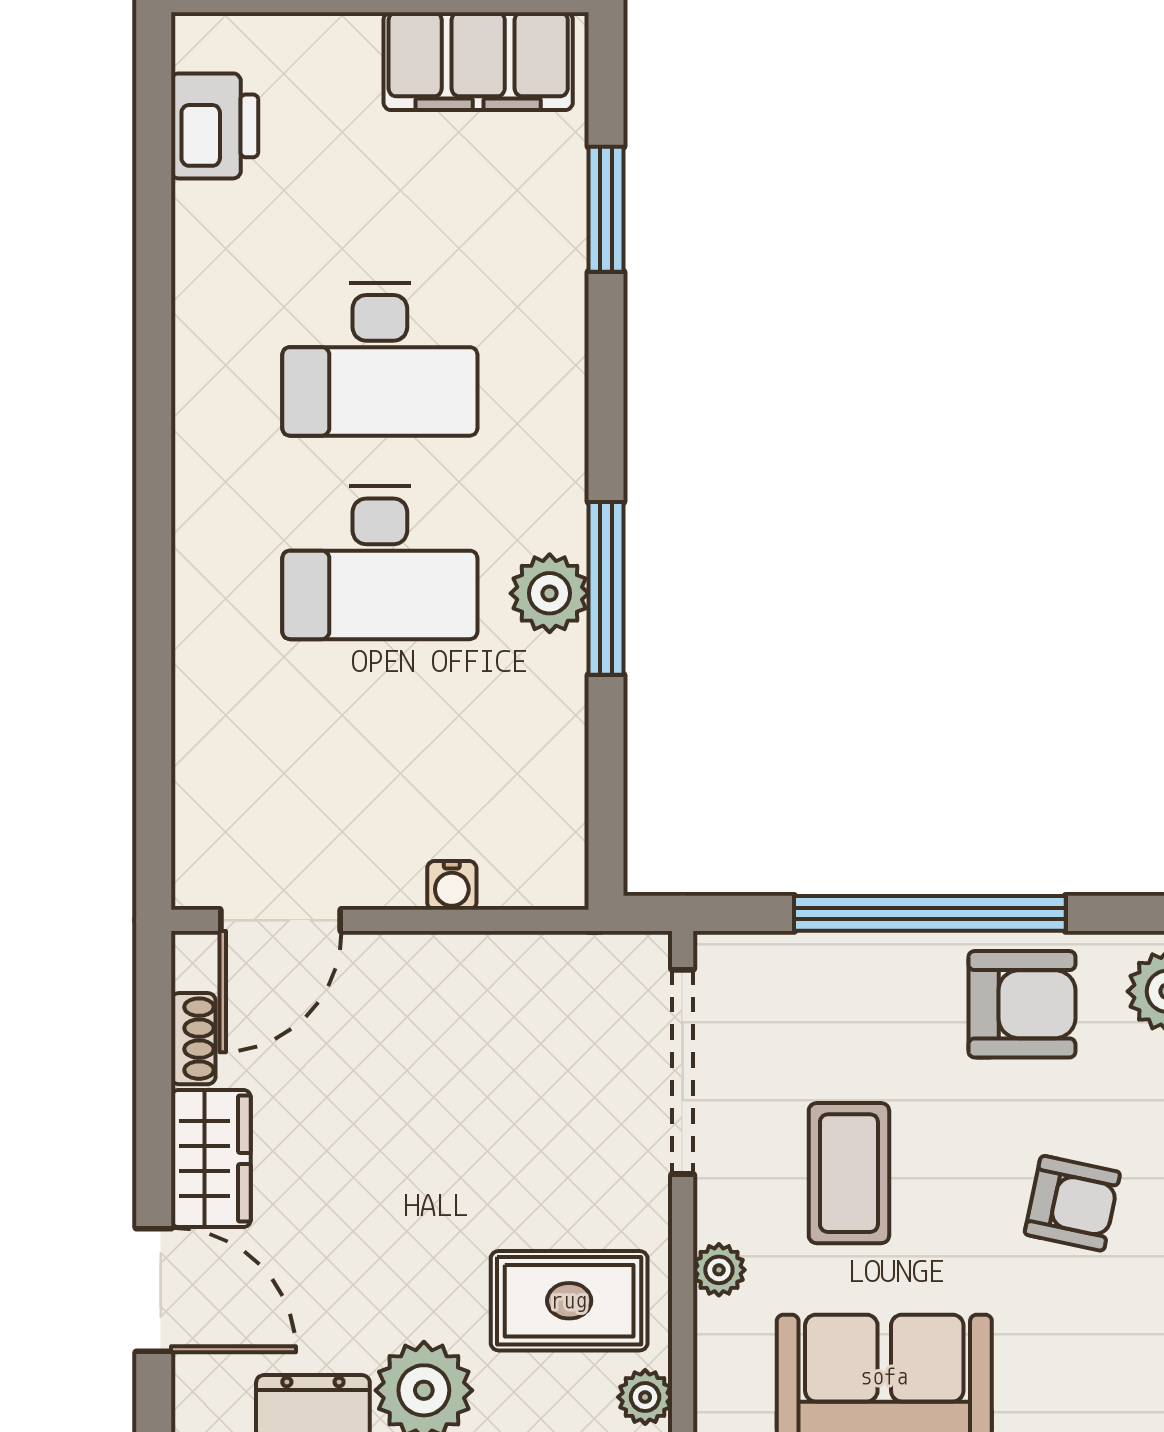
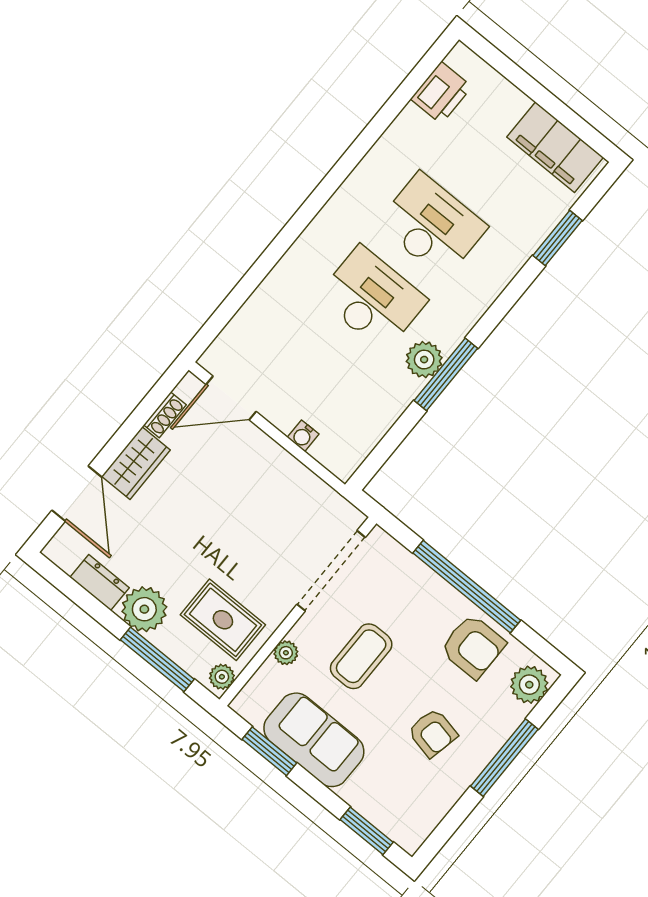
desk: (380, 359) -> (432, 225), turned 180
desk: (380, 563) -> (372, 299), turned 180

